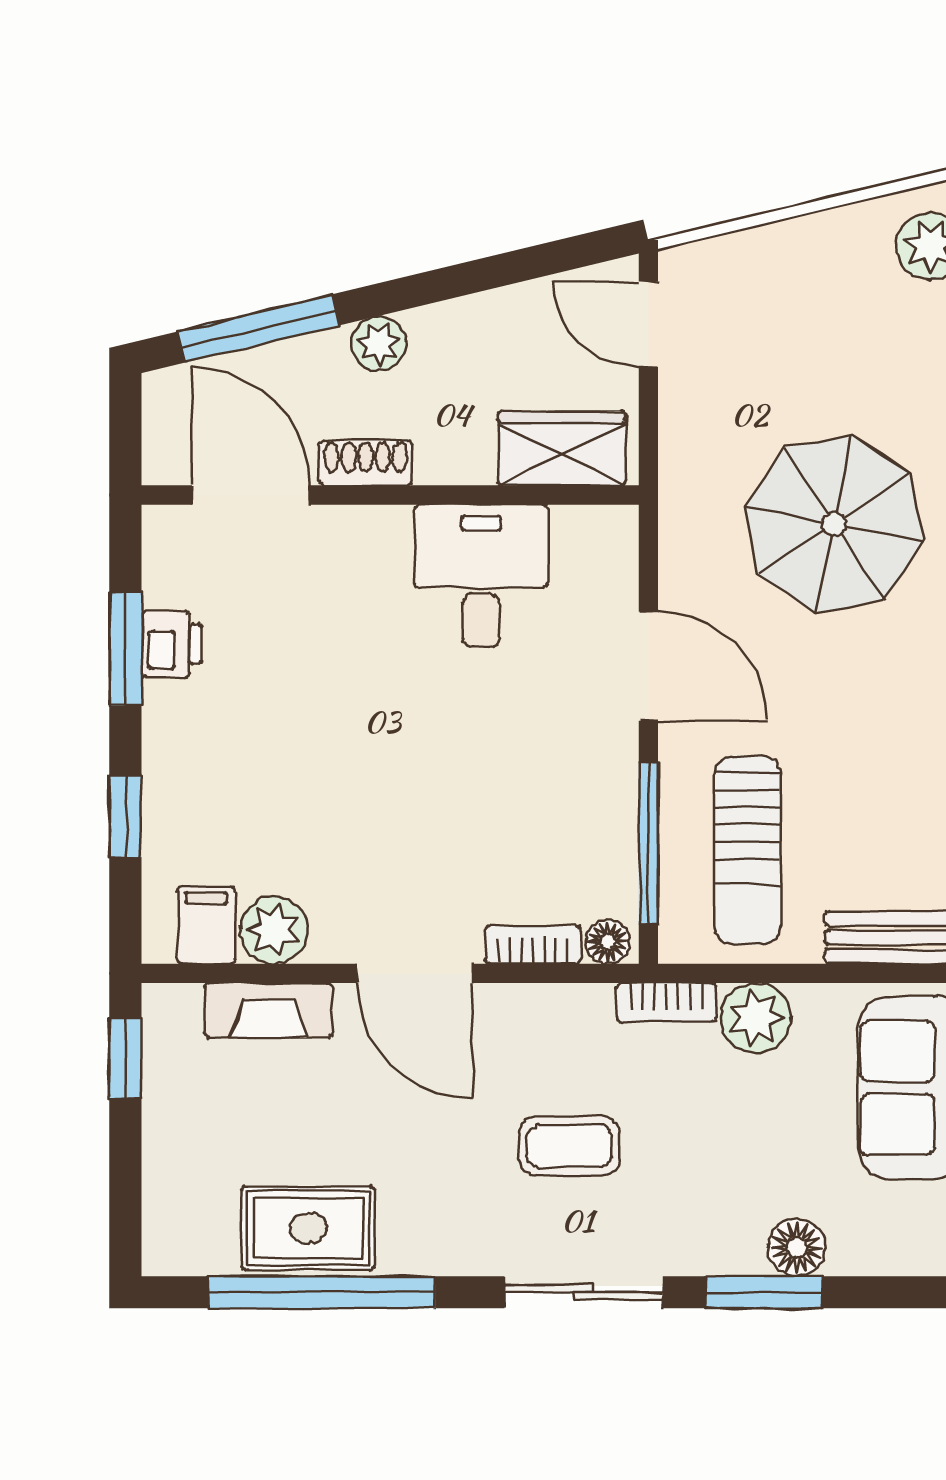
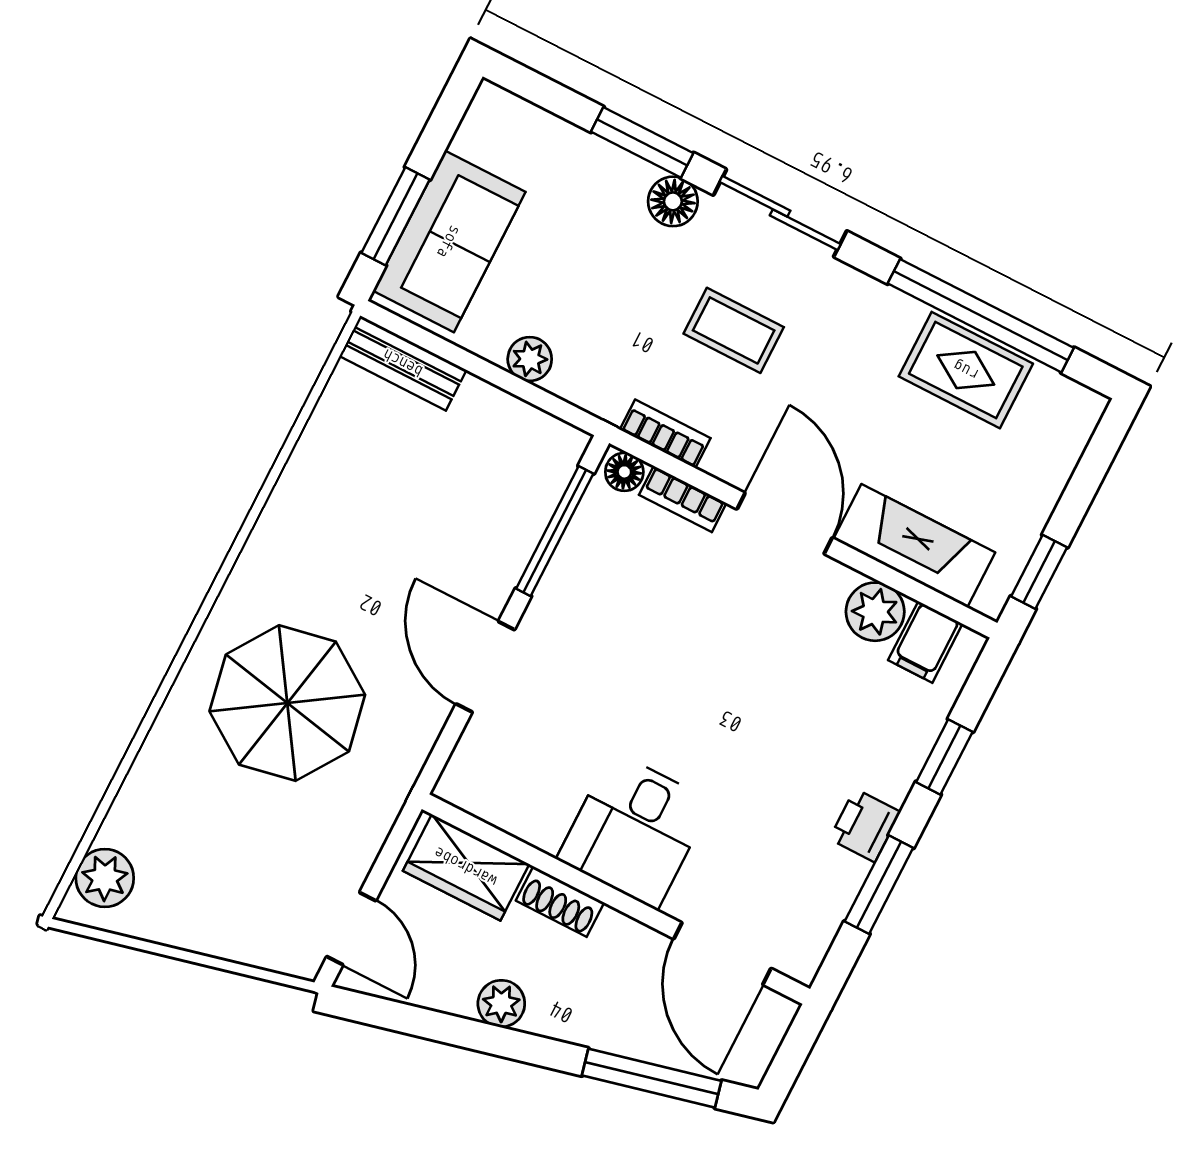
plant: (379, 344) -> (501, 1004), moved
shoe rack: (366, 463) -> (560, 902), moved
desk: (481, 576) -> (634, 830), moved
printer: (171, 644) -> (865, 825), moved
sun lounger: (747, 850) -> (482, 487), removed
bookcase: (666, 1003) -> (665, 434), moved
fireplace: (268, 1010) -> (914, 546), width x1.37, depth x1.32
plant: (756, 1018) -> (530, 359), width x0.73, depth x0.73
floor lamp: (797, 1247) -> (673, 201), moved

